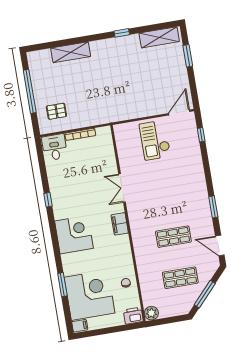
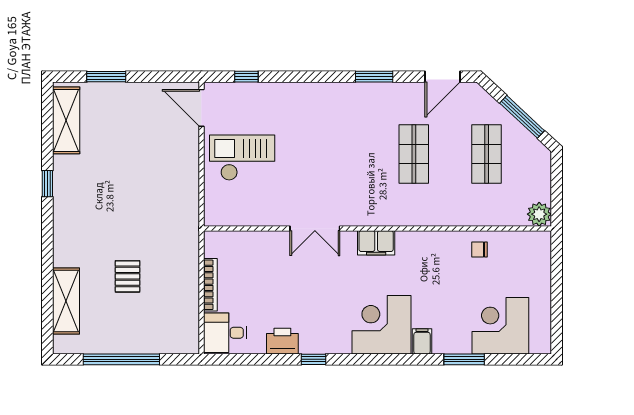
shelving: (71, 52) -> (66, 301), moved
pallet: (56, 111) -> (128, 276), moved
checkout: (155, 140) -> (242, 158), turned 180
corner desk: (90, 295) -> (500, 326), width x0.74, depth x0.74
printer: (133, 316) -> (282, 341), moved, turned 90
filing cabinet: (80, 326) -> (422, 341), moved

